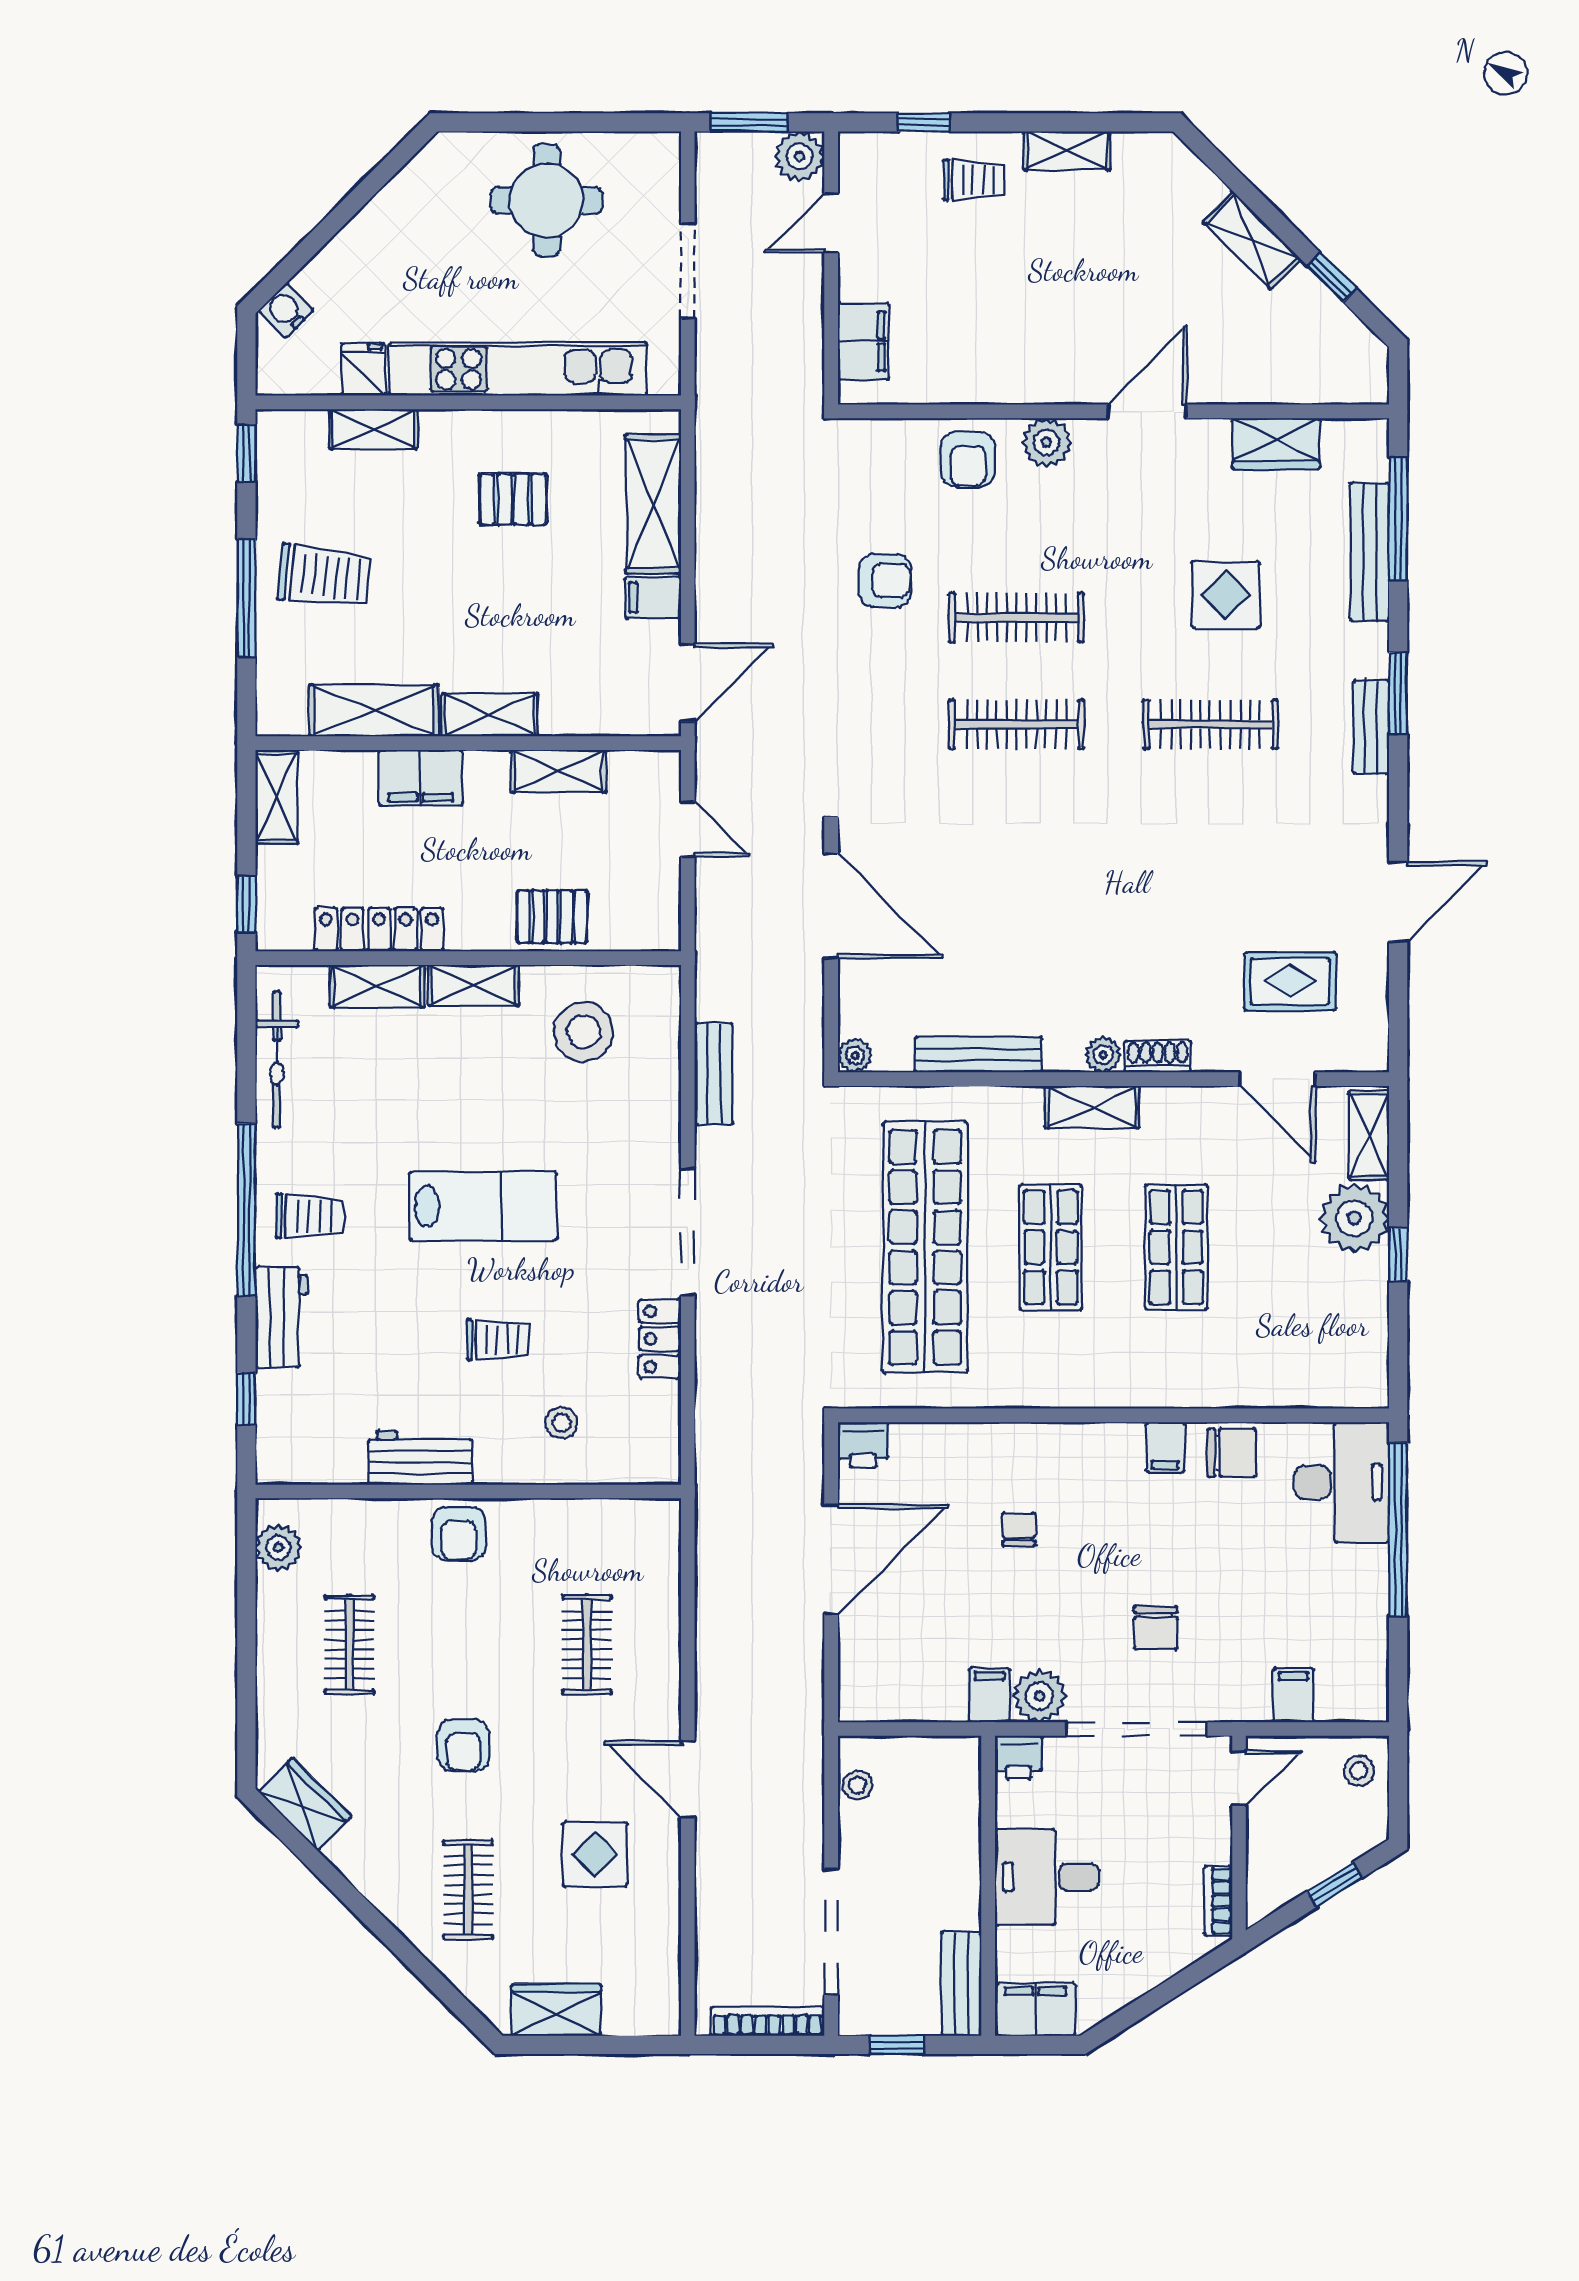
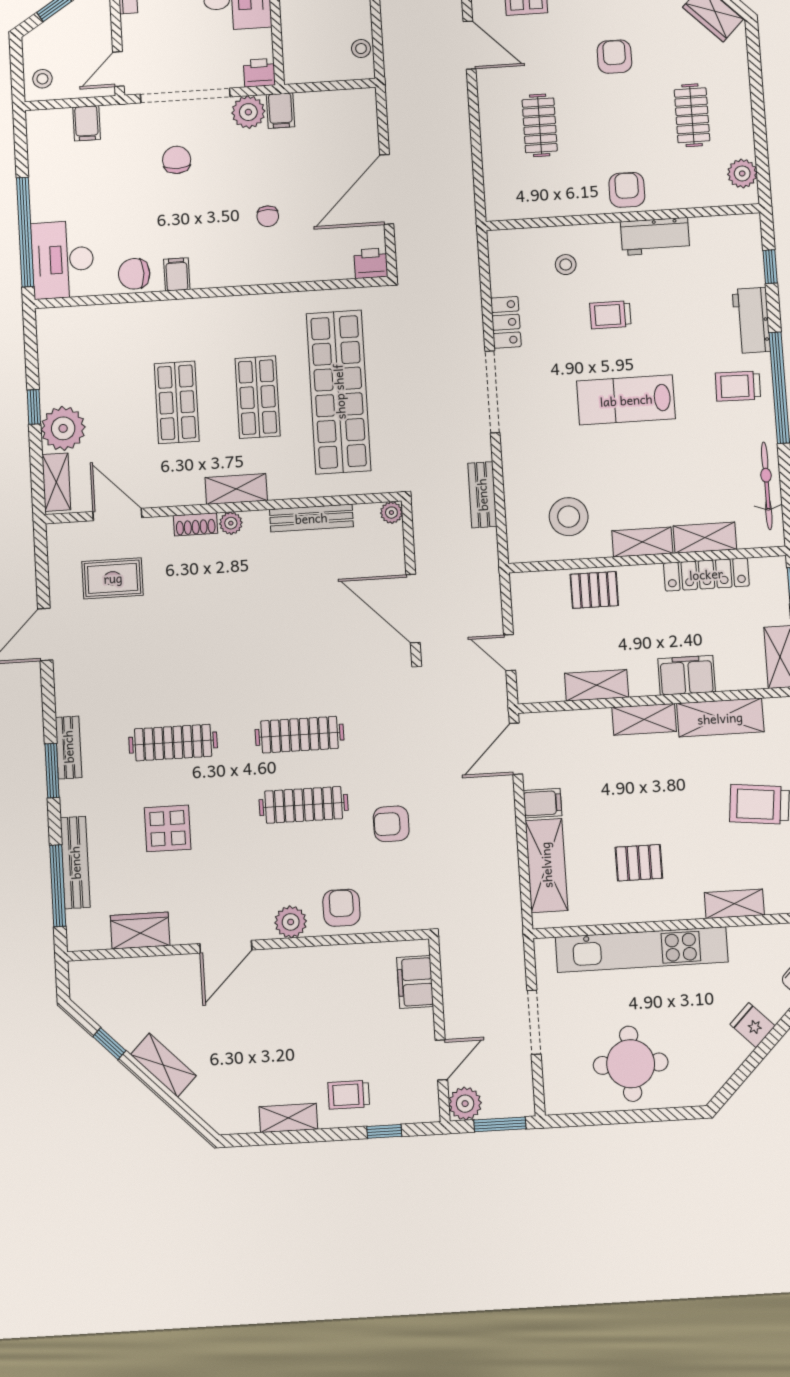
fridge: (363, 370) -> (753, 1025), moved, turned 135

